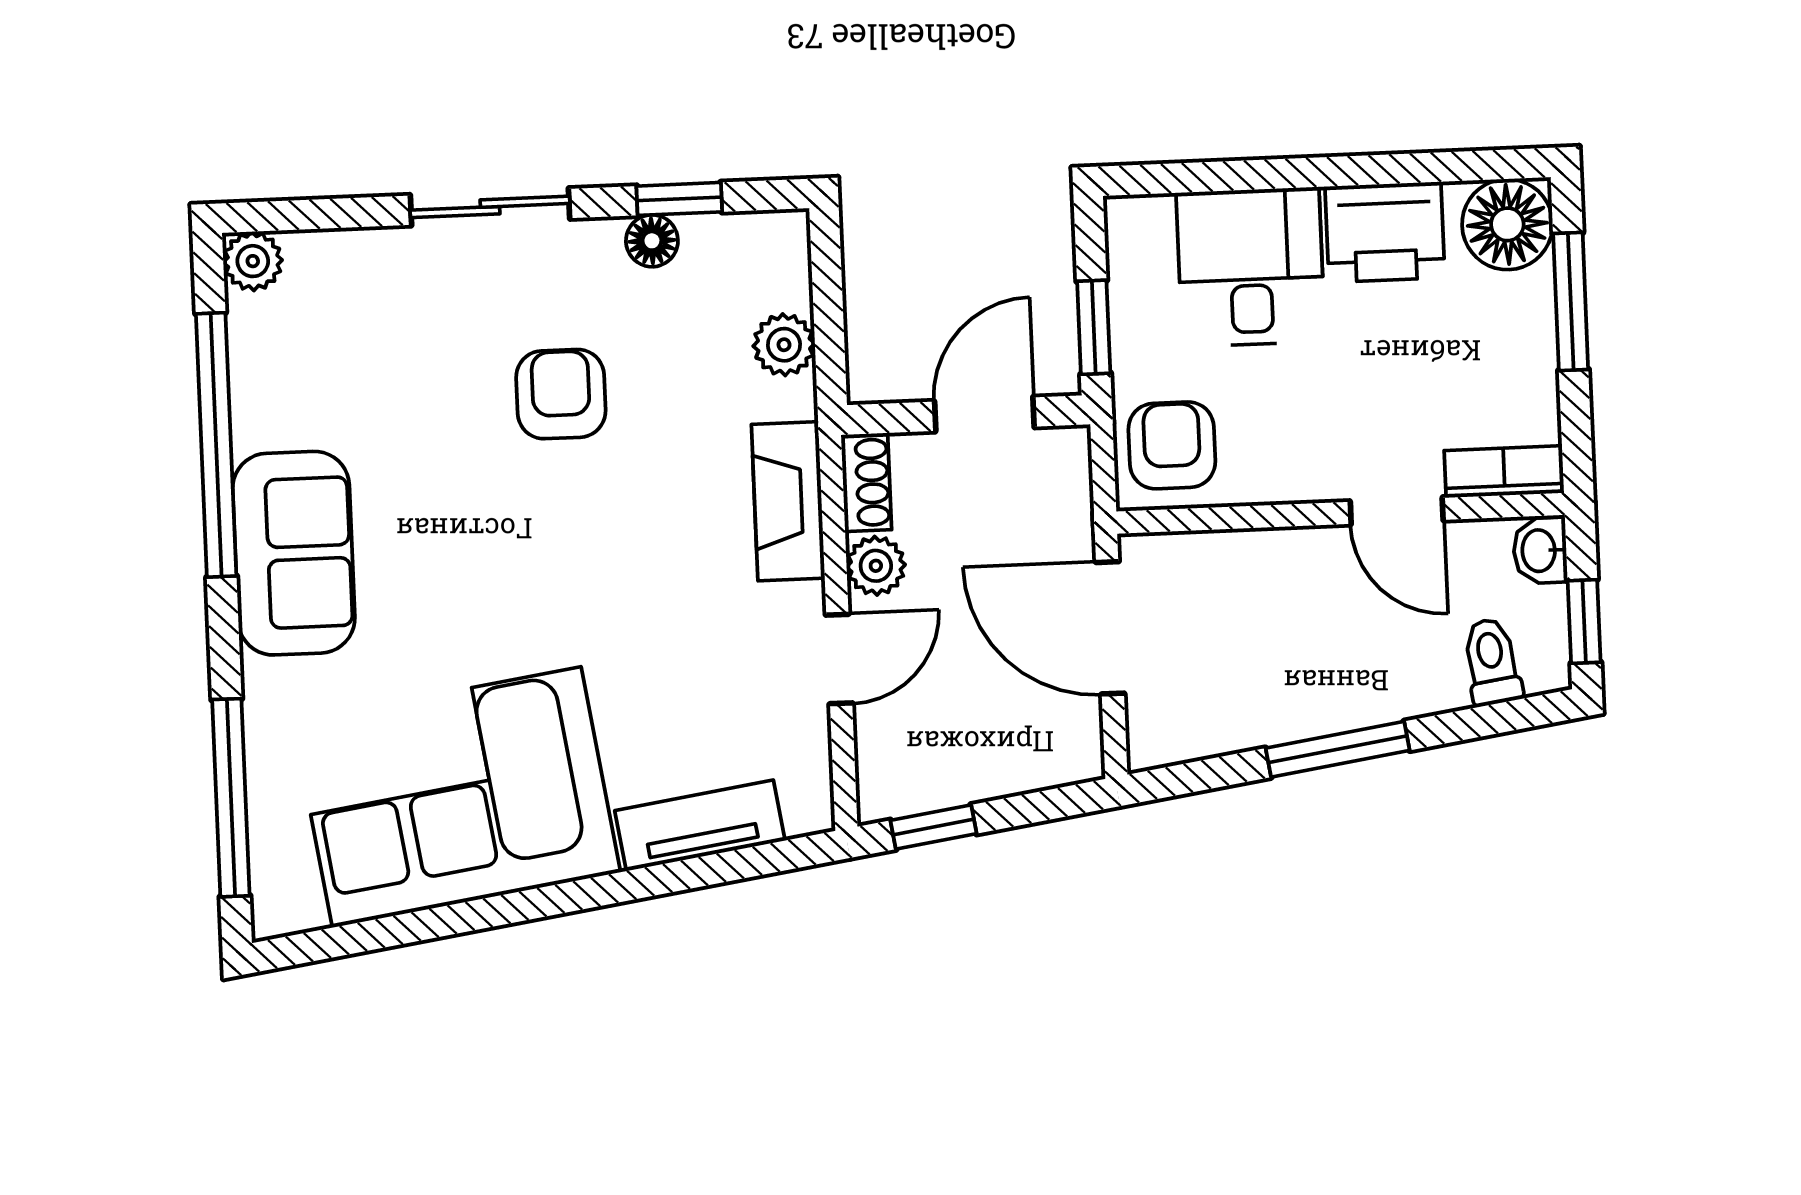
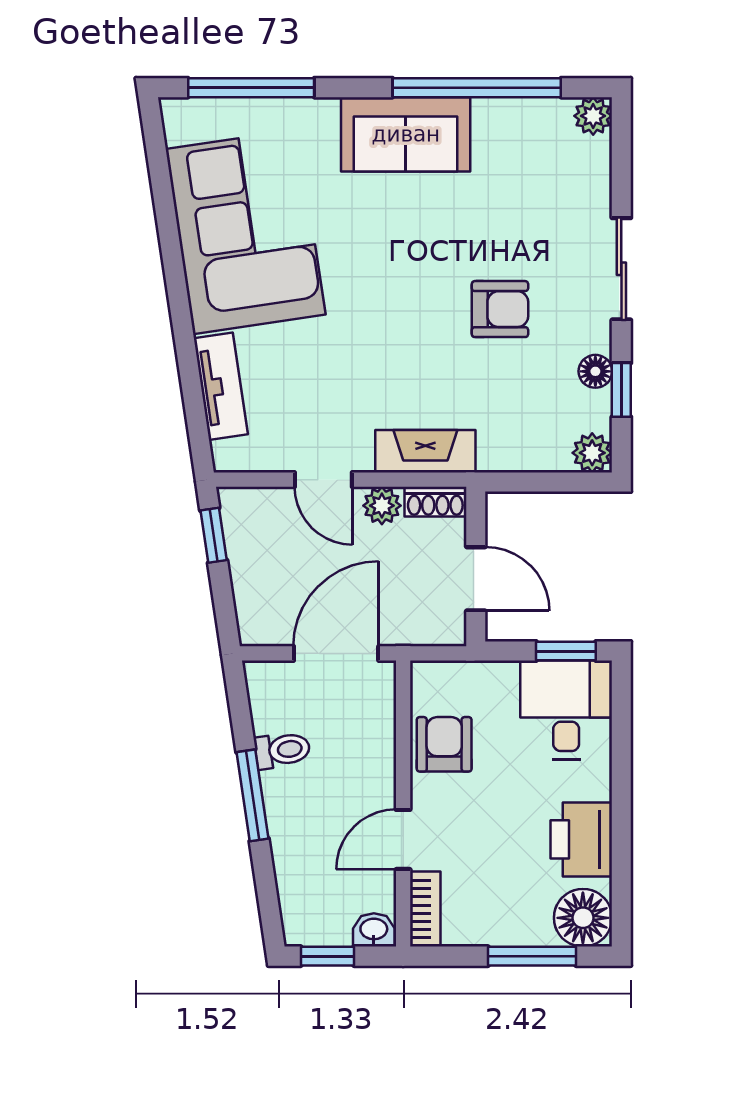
desk: (1251, 267) -> (566, 710), moved, turned -90
window: (1094, 327) -> (566, 651), moved
plant: (784, 345) -> (592, 453), moved
armchair: (1172, 445) -> (444, 744), moved, turned -90
toilet: (1492, 662) -> (282, 750), moved

